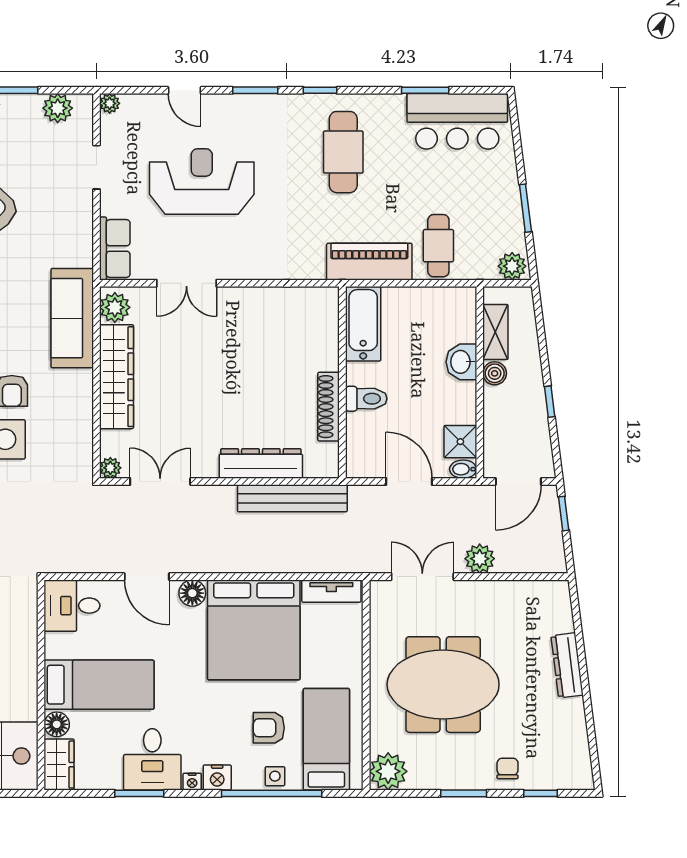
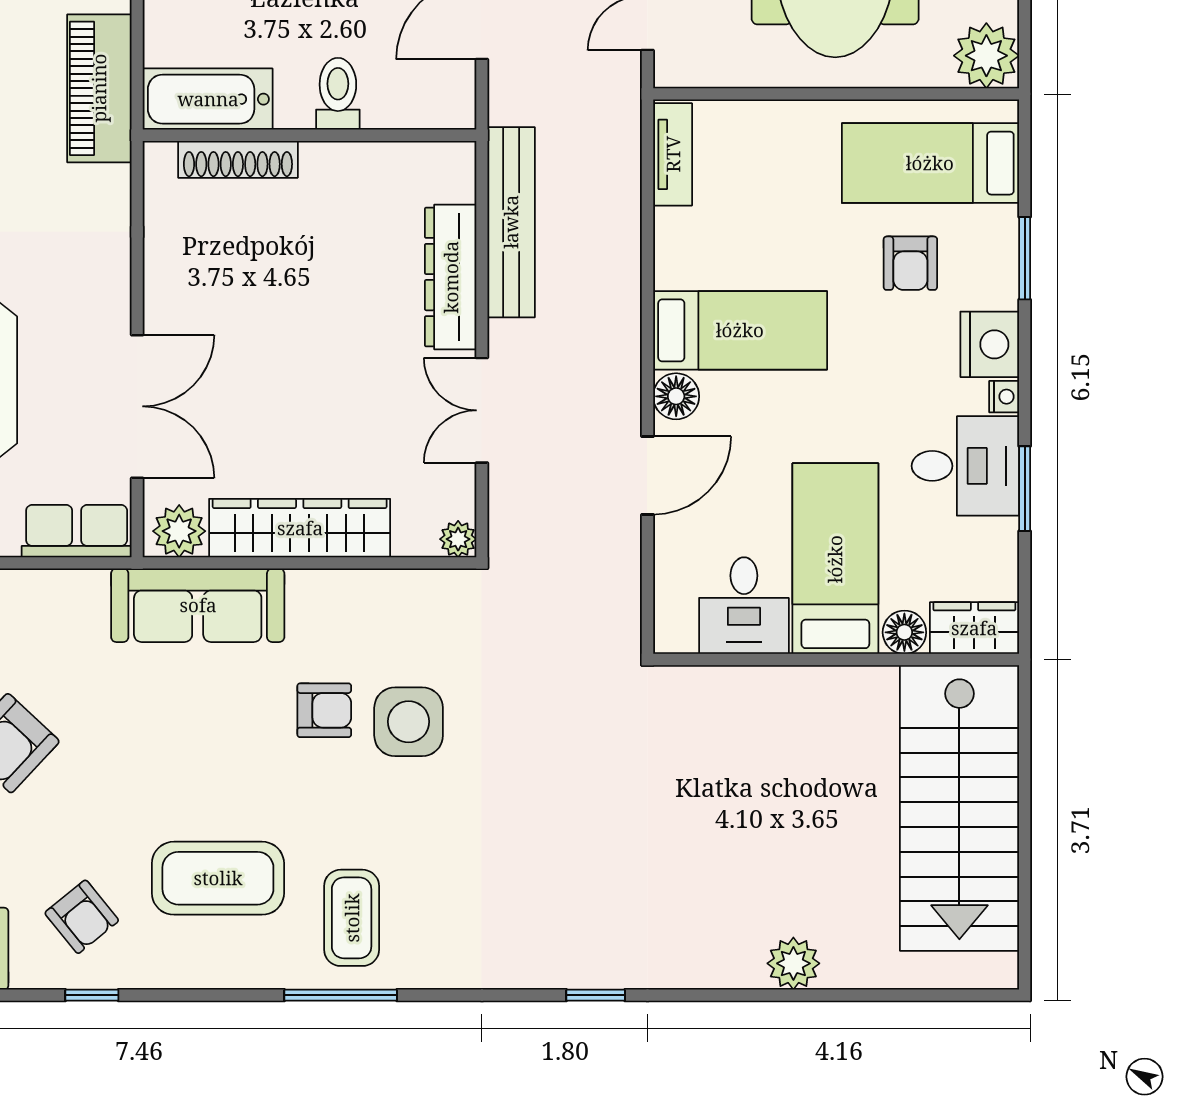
double door: (186, 283) -> (137, 406), width x1.37
shoe rack: (329, 407) -> (238, 159), moved
double door: (160, 482) -> (482, 410), moved
desk: (72, 606) -> (744, 606), moved
bed: (254, 630) -> (740, 330), width x0.49
side table: (275, 776) -> (995, 253), removed
nightstand: (217, 777) -> (990, 344), width x1.36, depth x1.33
window: (272, 793) -> (1025, 258), width x0.47

